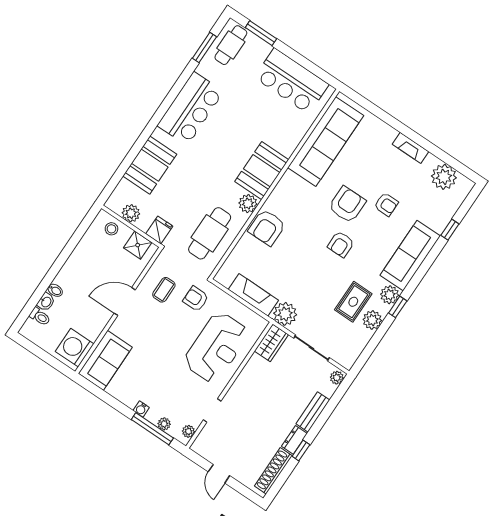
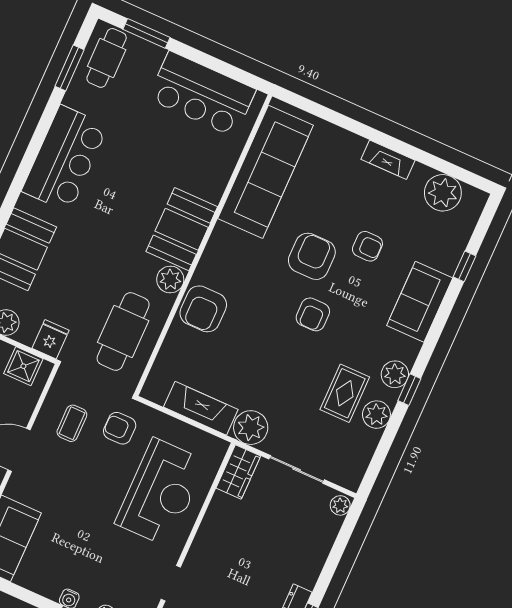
sofa: (410, 256) -> (420, 302), width x0.73
bench: (313, 412) -> (315, 560), removed

